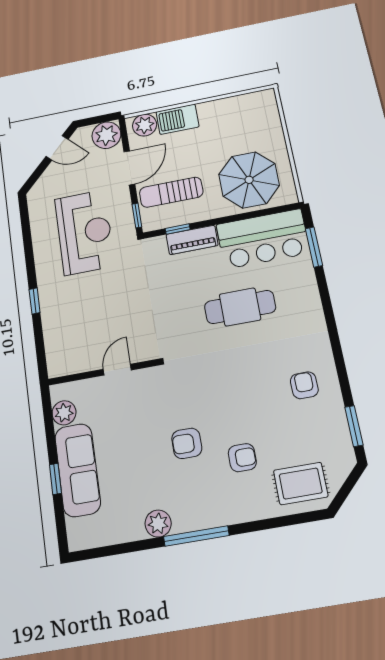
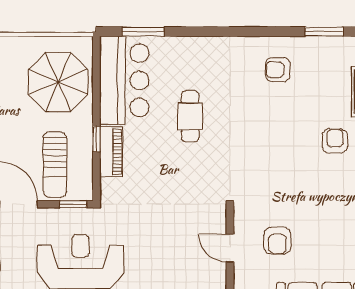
window: (178, 229) -> (96, 139), moved
cafe table: (240, 307) -> (190, 116), width x0.73, depth x0.74
armchair: (187, 443) -> (277, 241), moved

